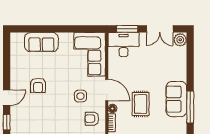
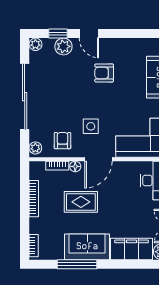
filing cabinet: (178, 64) -> (132, 249), added
plant: (17, 118) -> (63, 46), added

